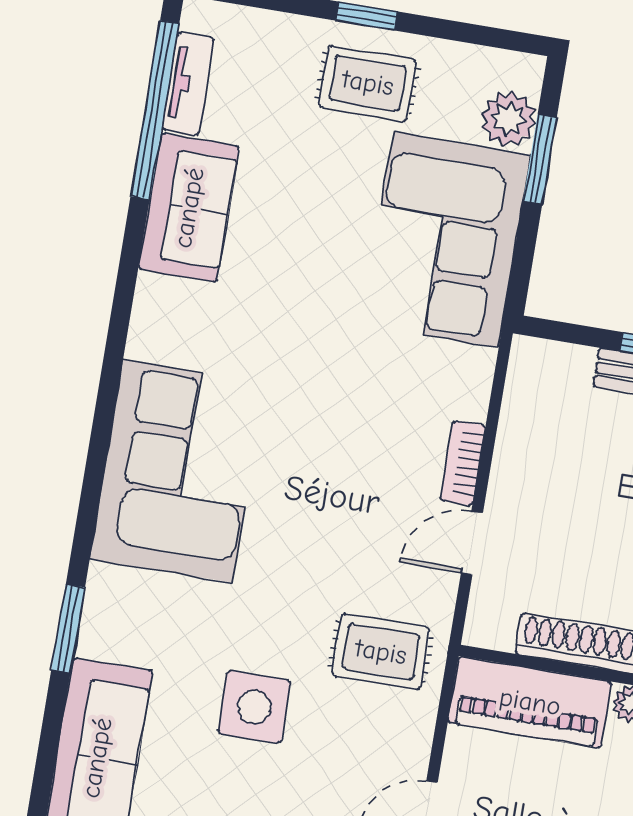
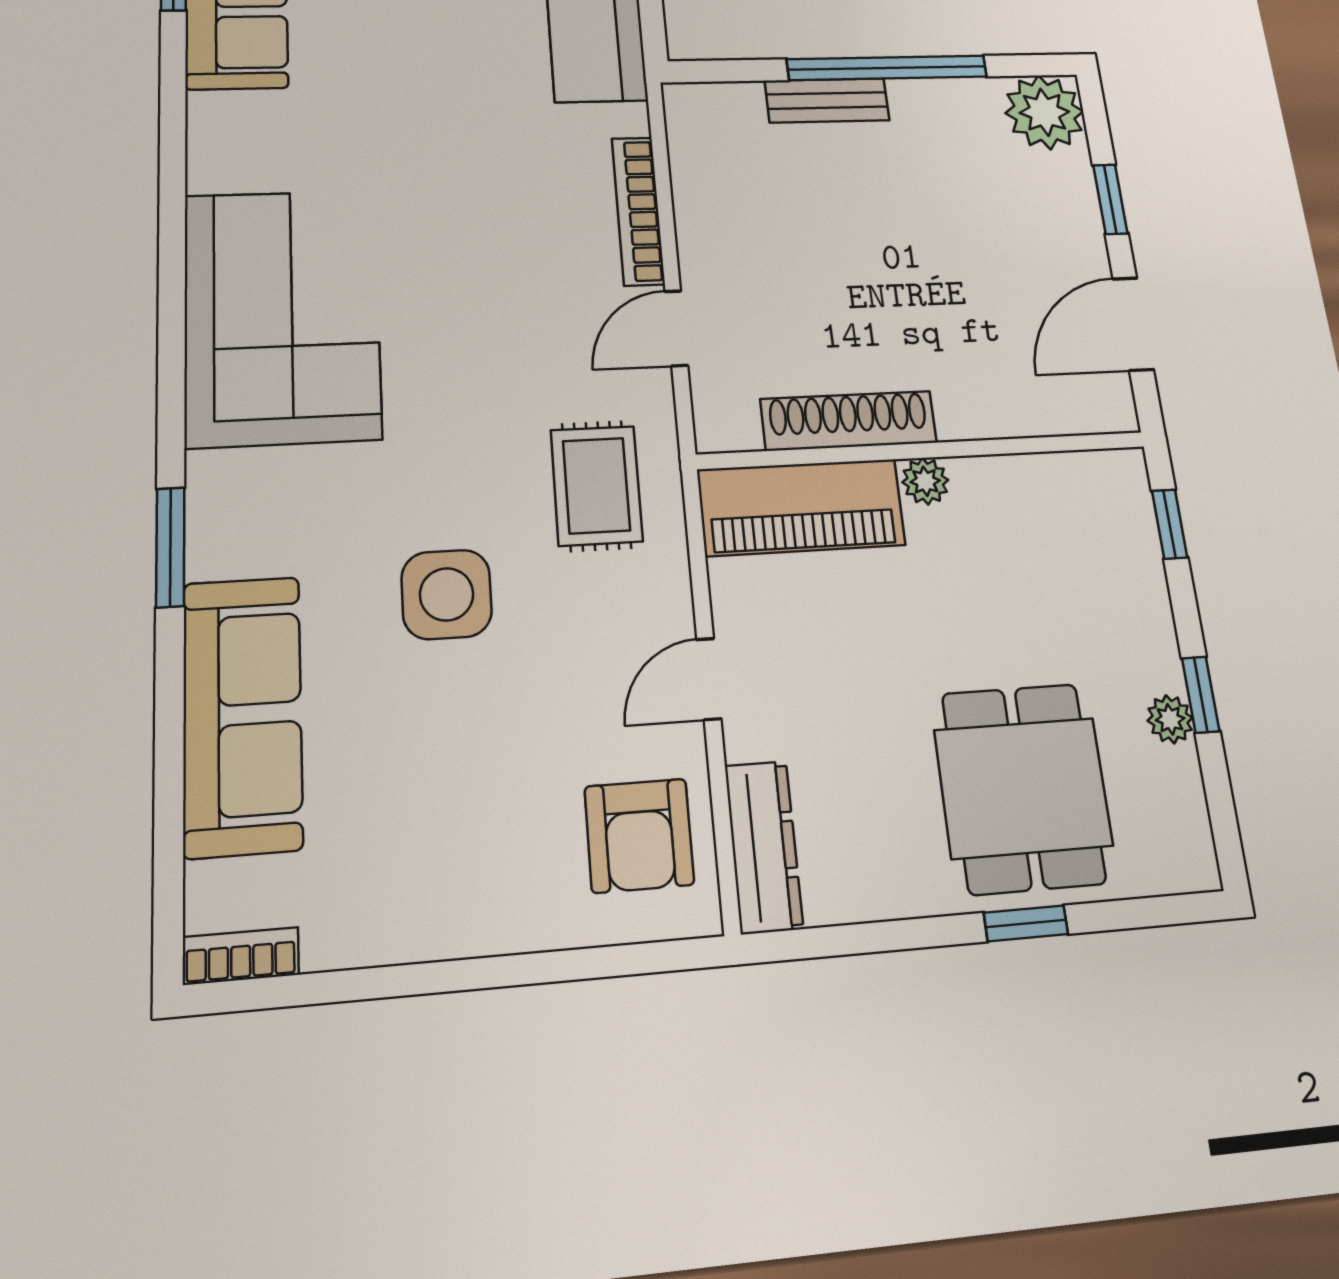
bookcase: (463, 463) -> (638, 211), width x1.56
rug: (381, 652) -> (596, 485), turned 90

